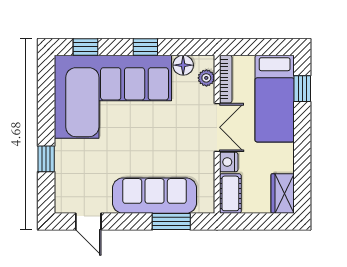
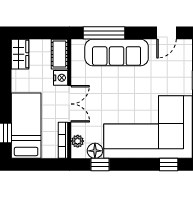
window: (145, 47) -> (100, 165), moved
double door: (217, 127) -> (69, 104), swing flipped
door: (88, 222) -> (166, 33), swing flipped
window: (171, 222) -> (104, 33), width x1.44

